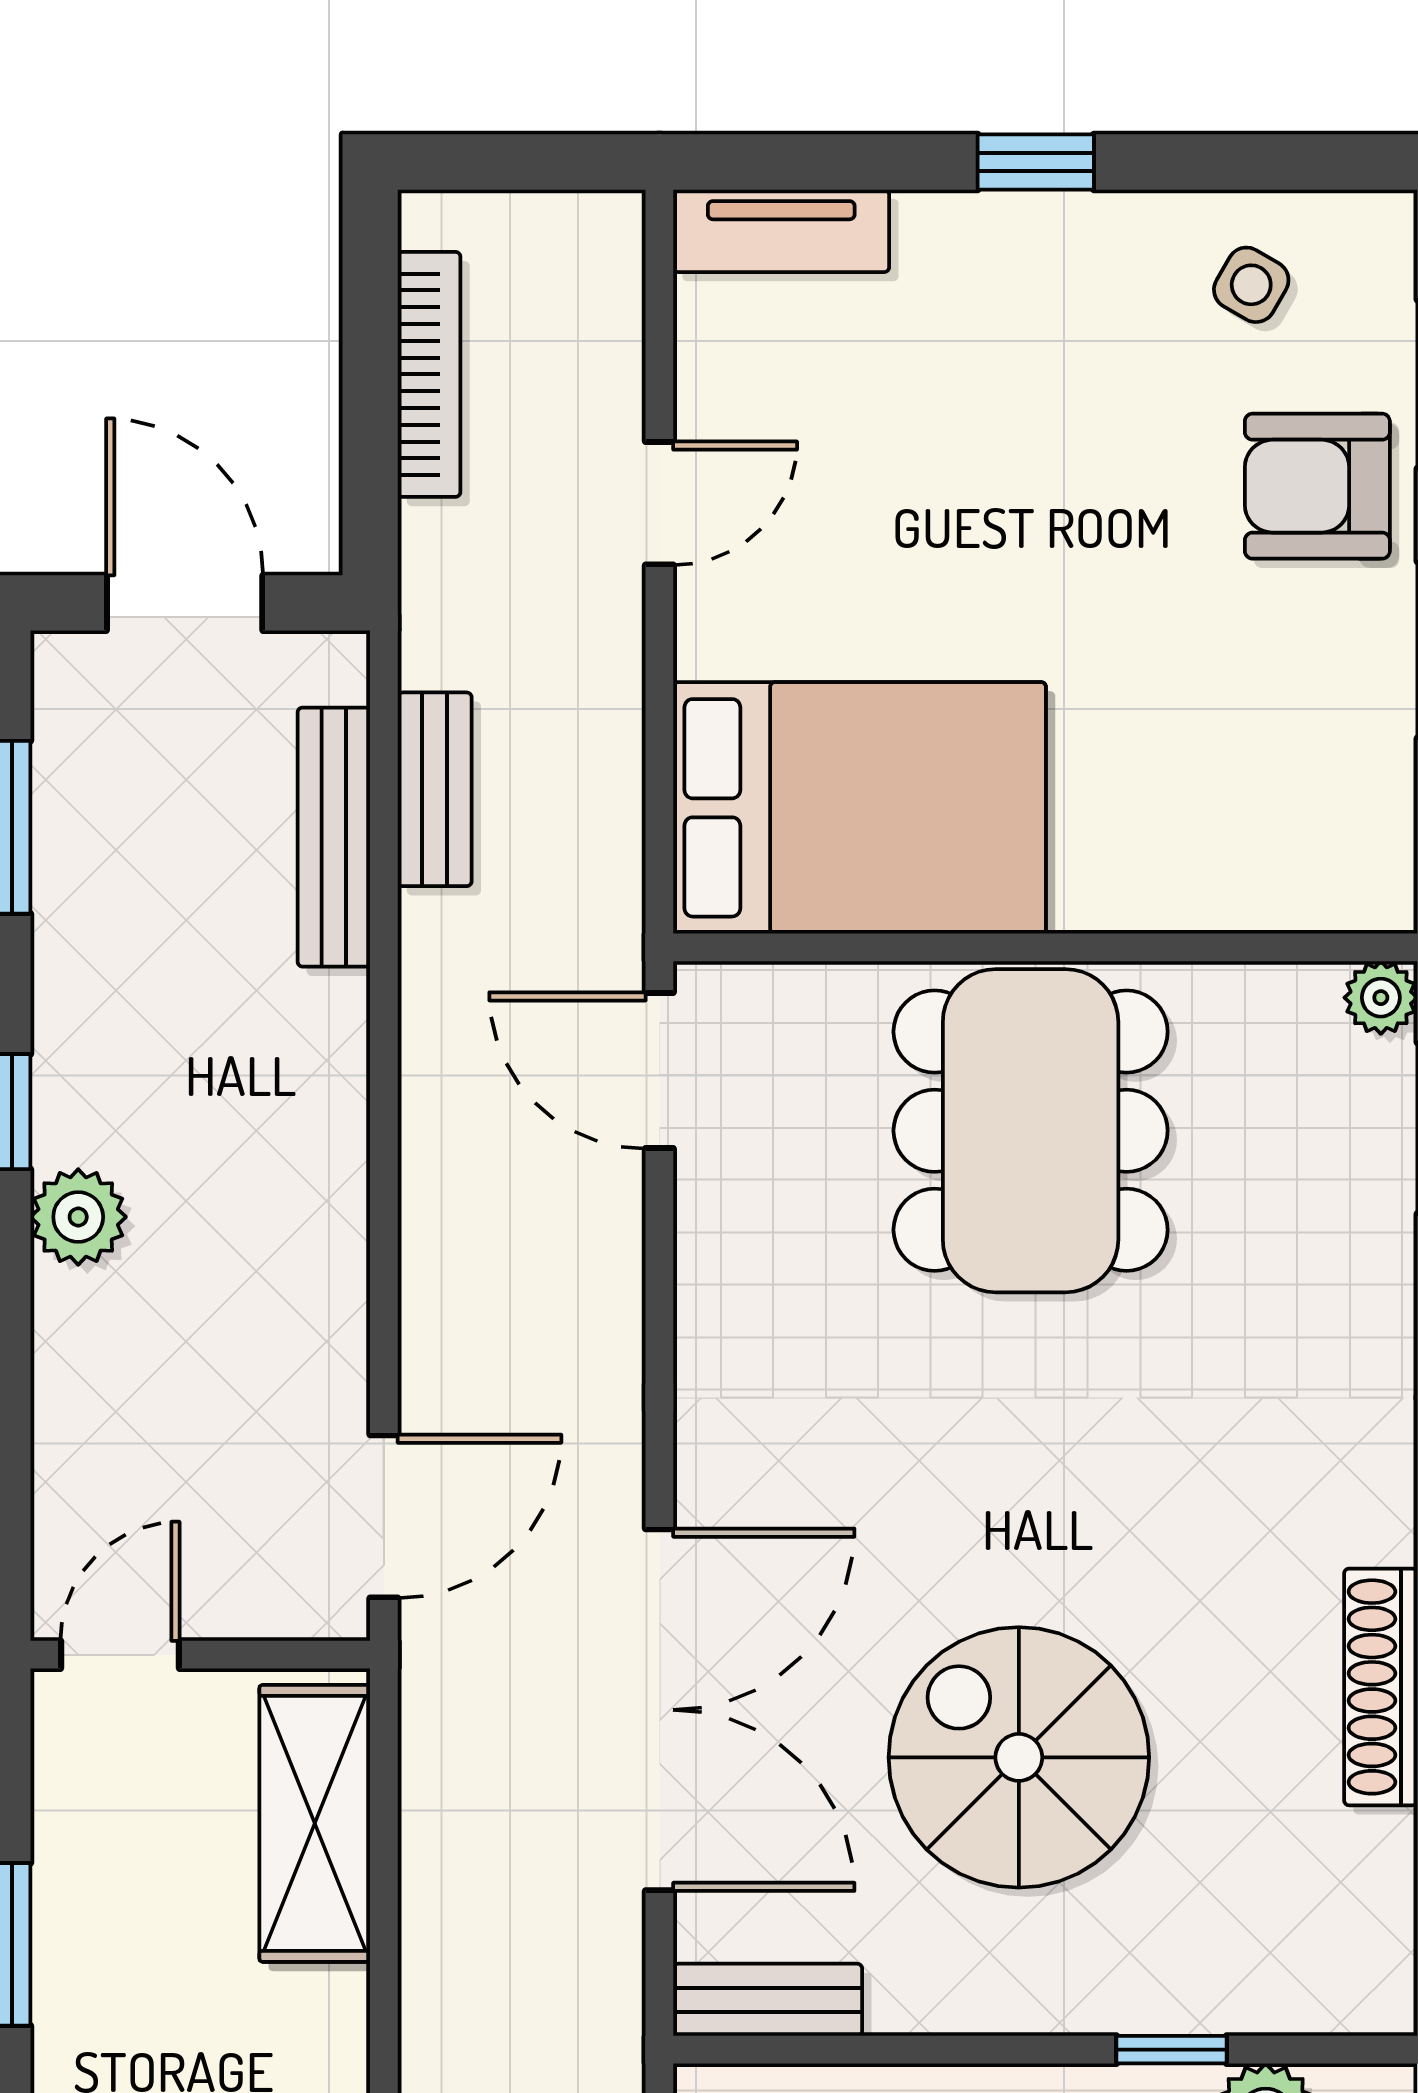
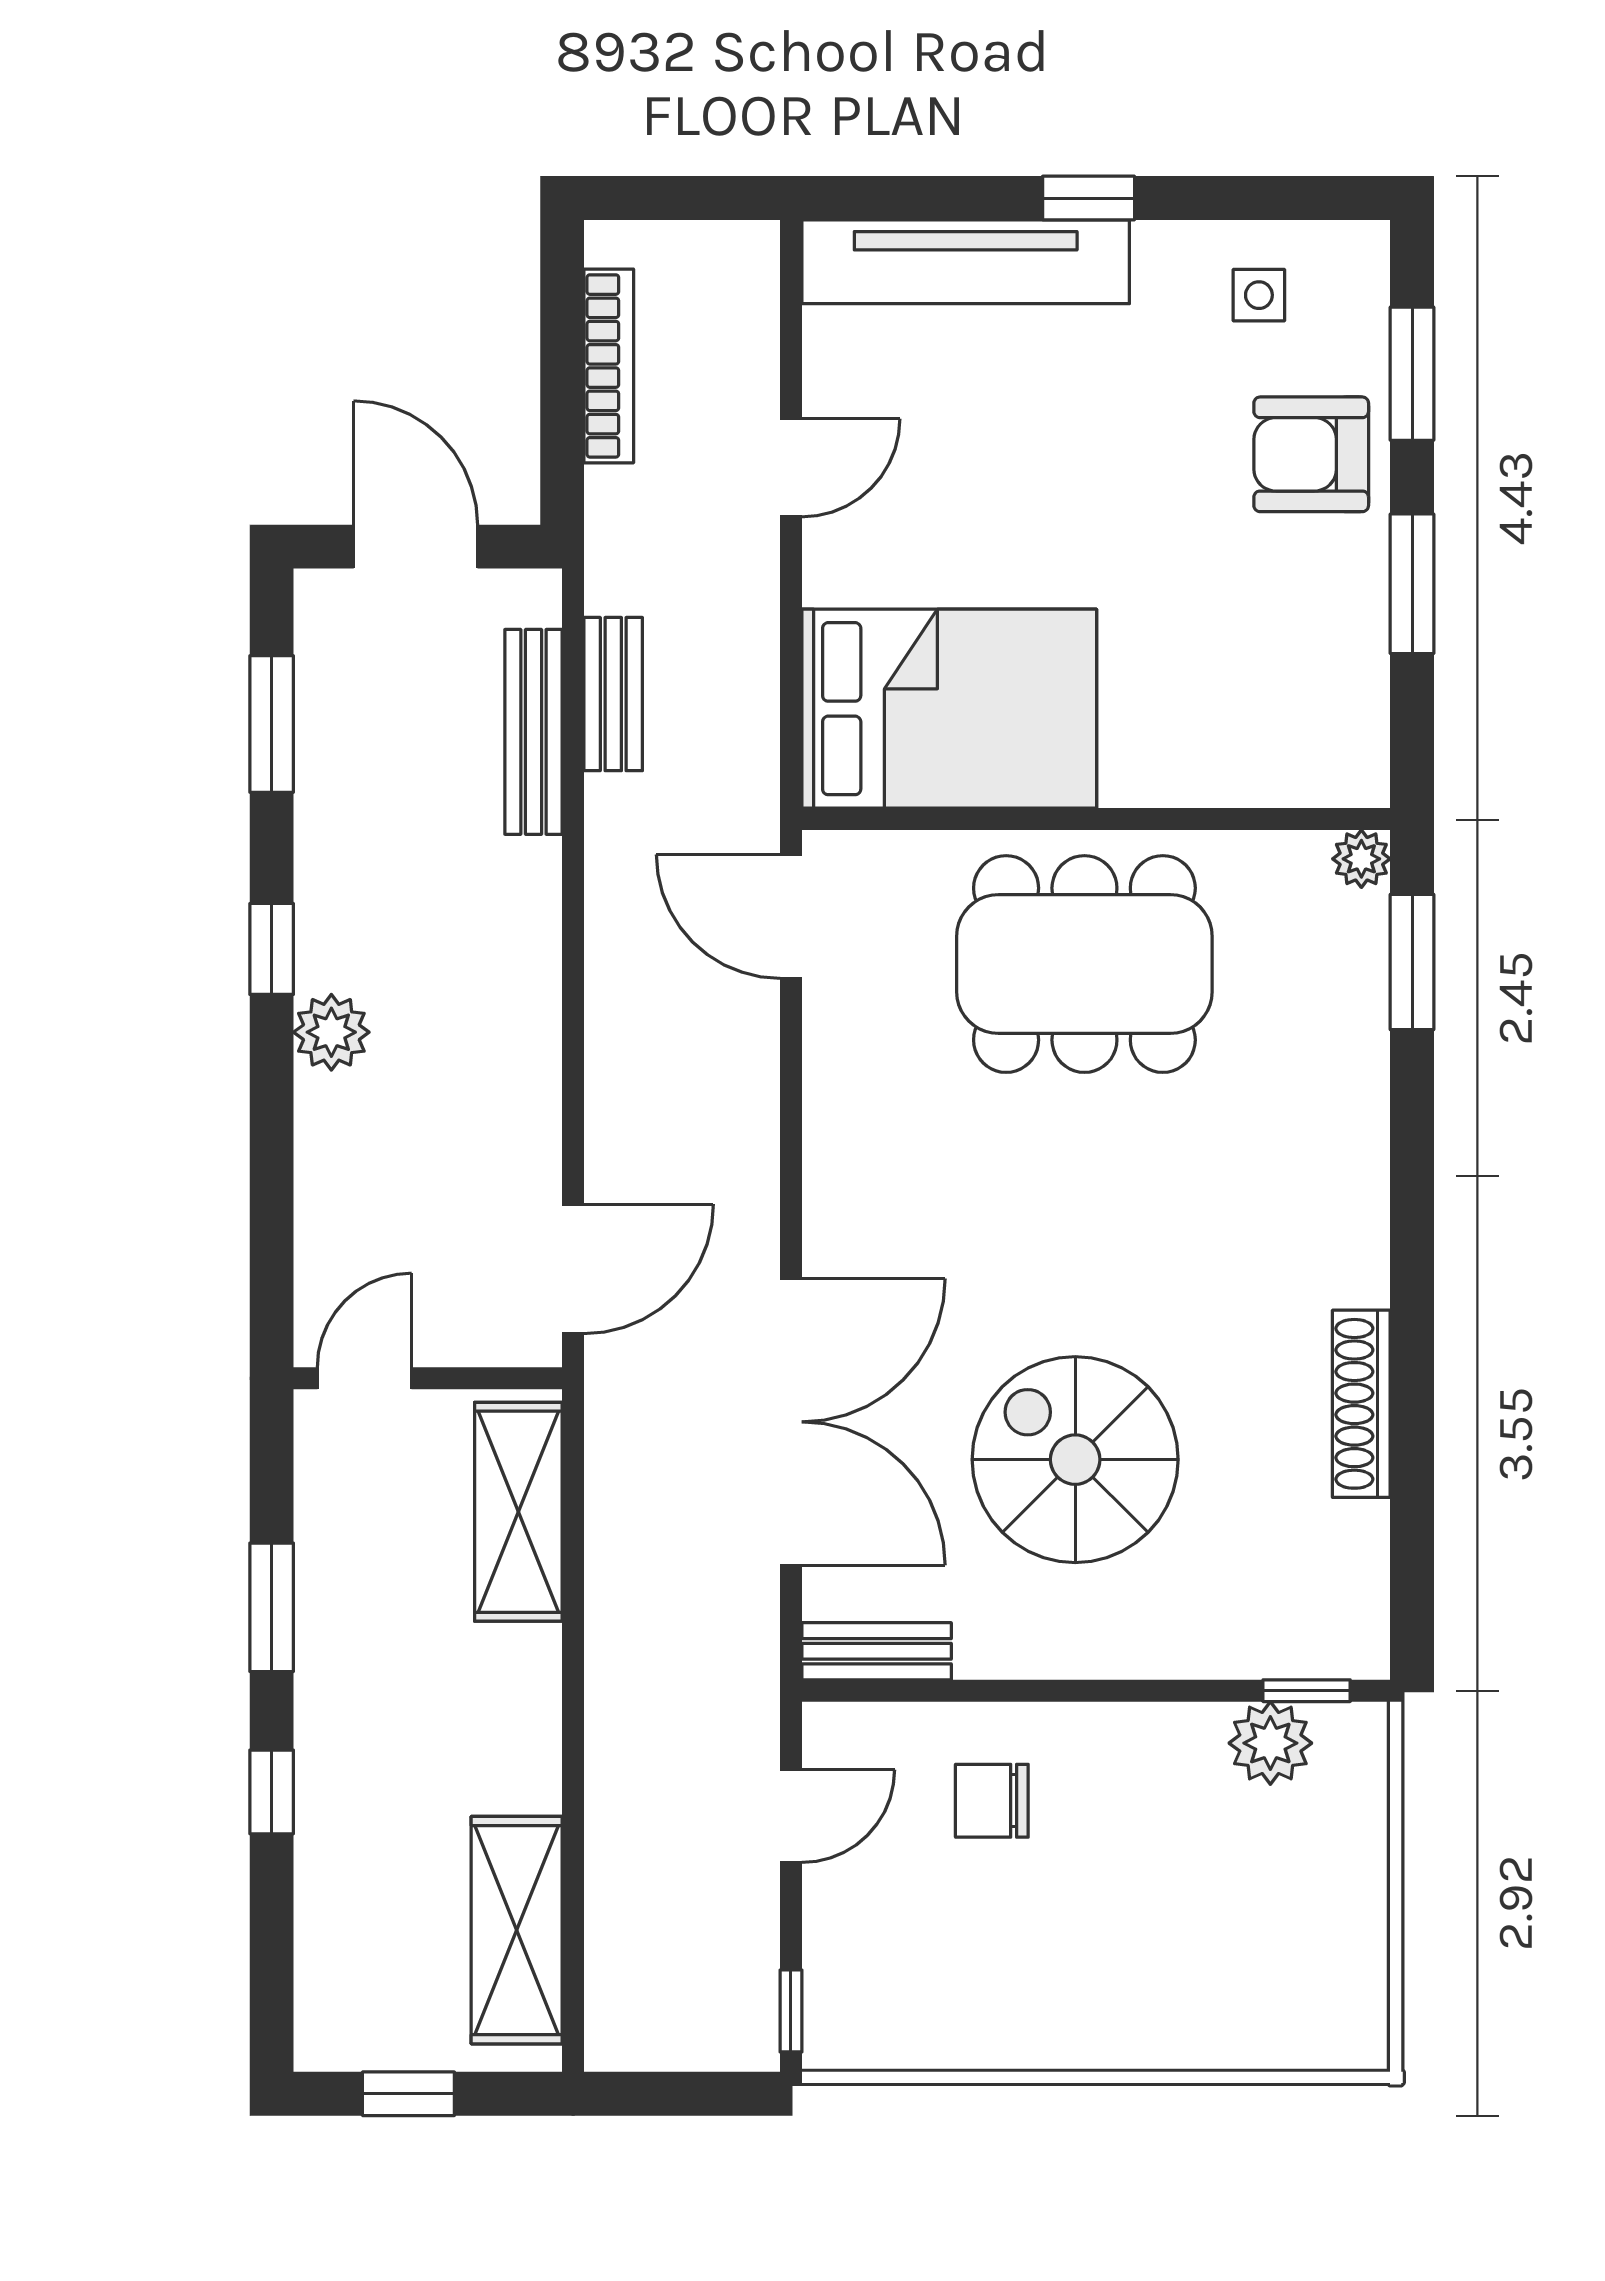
tv unit: (781, 231) -> (966, 262), width x1.92, depth x1.29
side table: (1251, 285) -> (1259, 295), turned -30
dining table: (1031, 1131) -> (1084, 964), turned 90
window: (1172, 2050) -> (1307, 1691), moved

